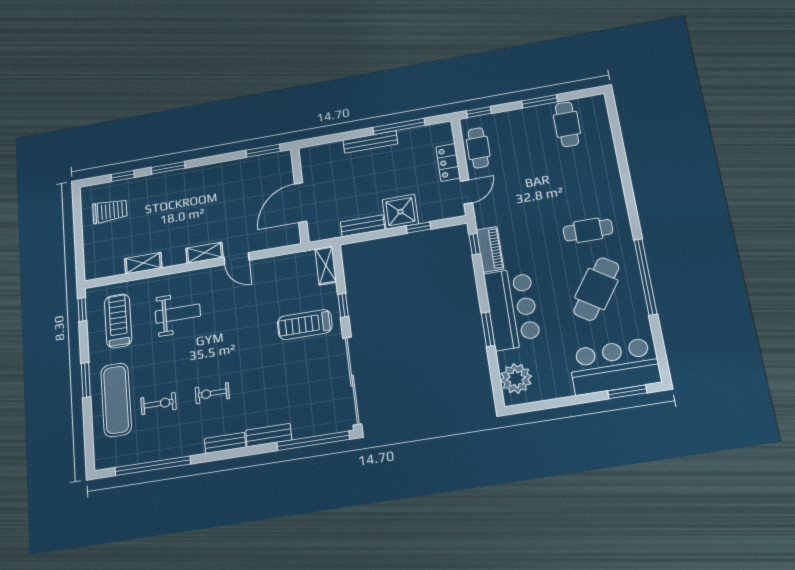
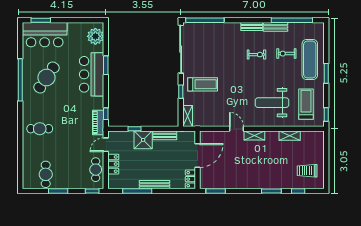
locker: (309, 162) -> (190, 179), added
cafe table: (588, 230) -> (40, 129), moved
piano: (490, 249) -> (98, 123), moved
weight bench: (178, 314) -> (272, 103), width x1.36, depth x1.33
treadmill: (118, 321) -> (306, 104), turned 180
bench: (269, 435) -> (276, 27), moved

